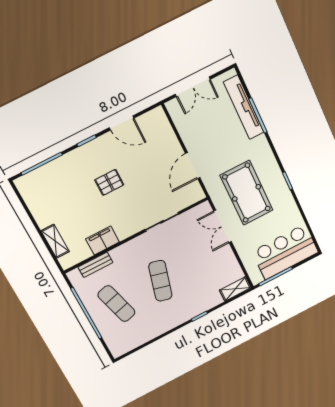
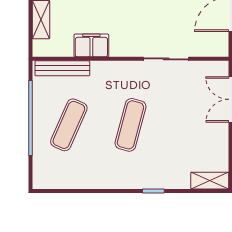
bench: (95, 265) -> (62, 68), width x1.36
exercise mat: (116, 304) -> (69, 125), turned 39

